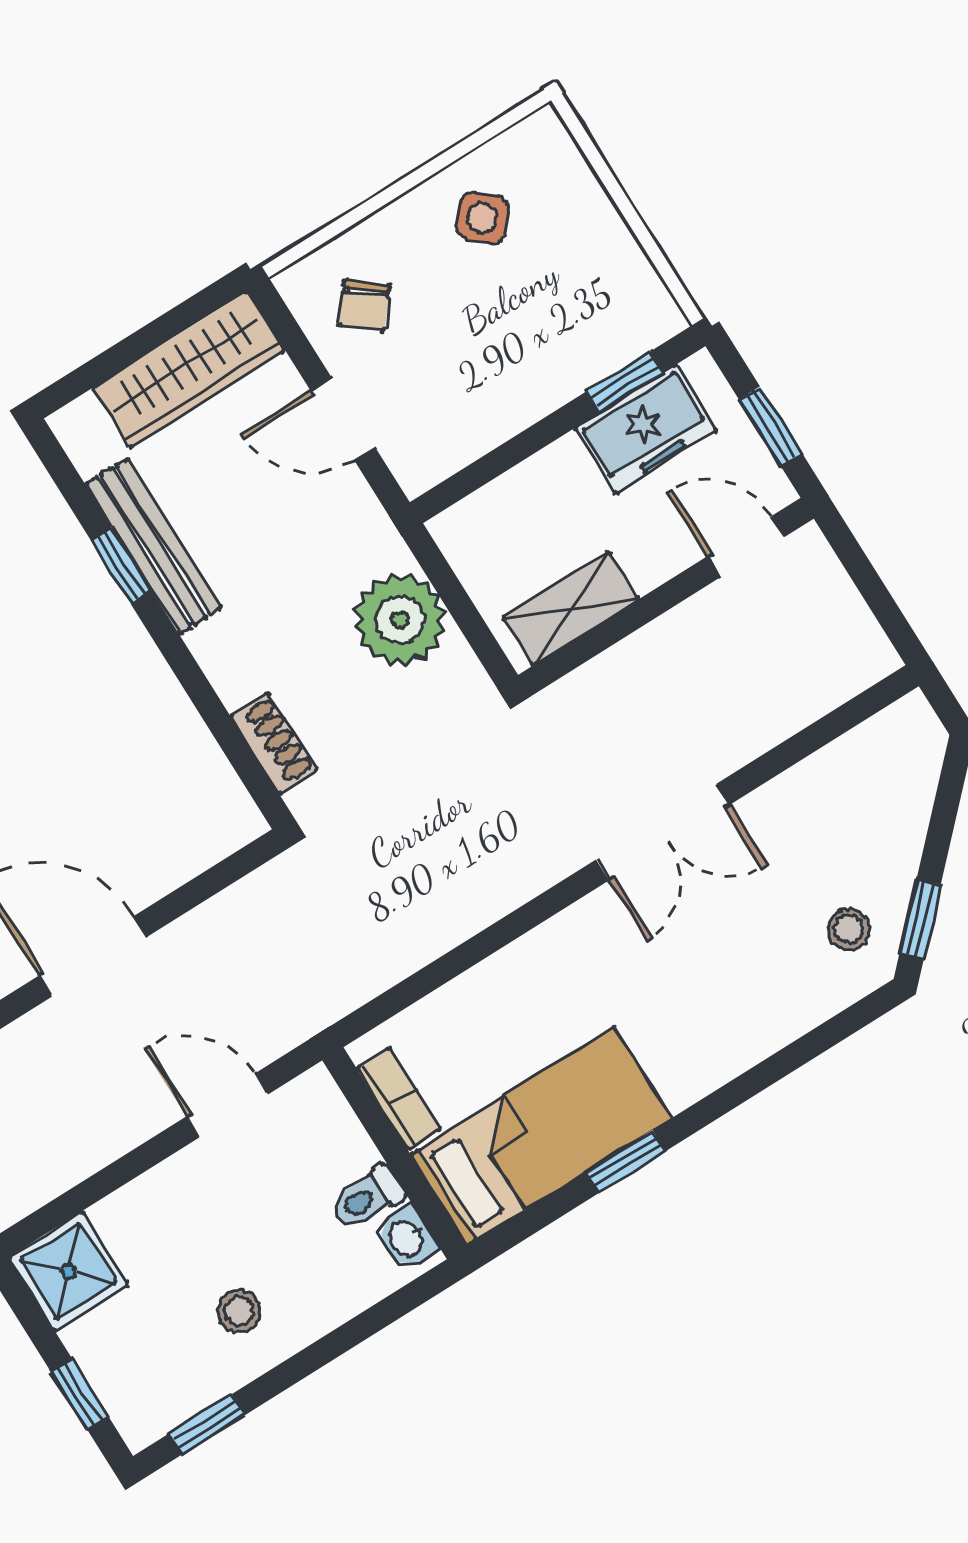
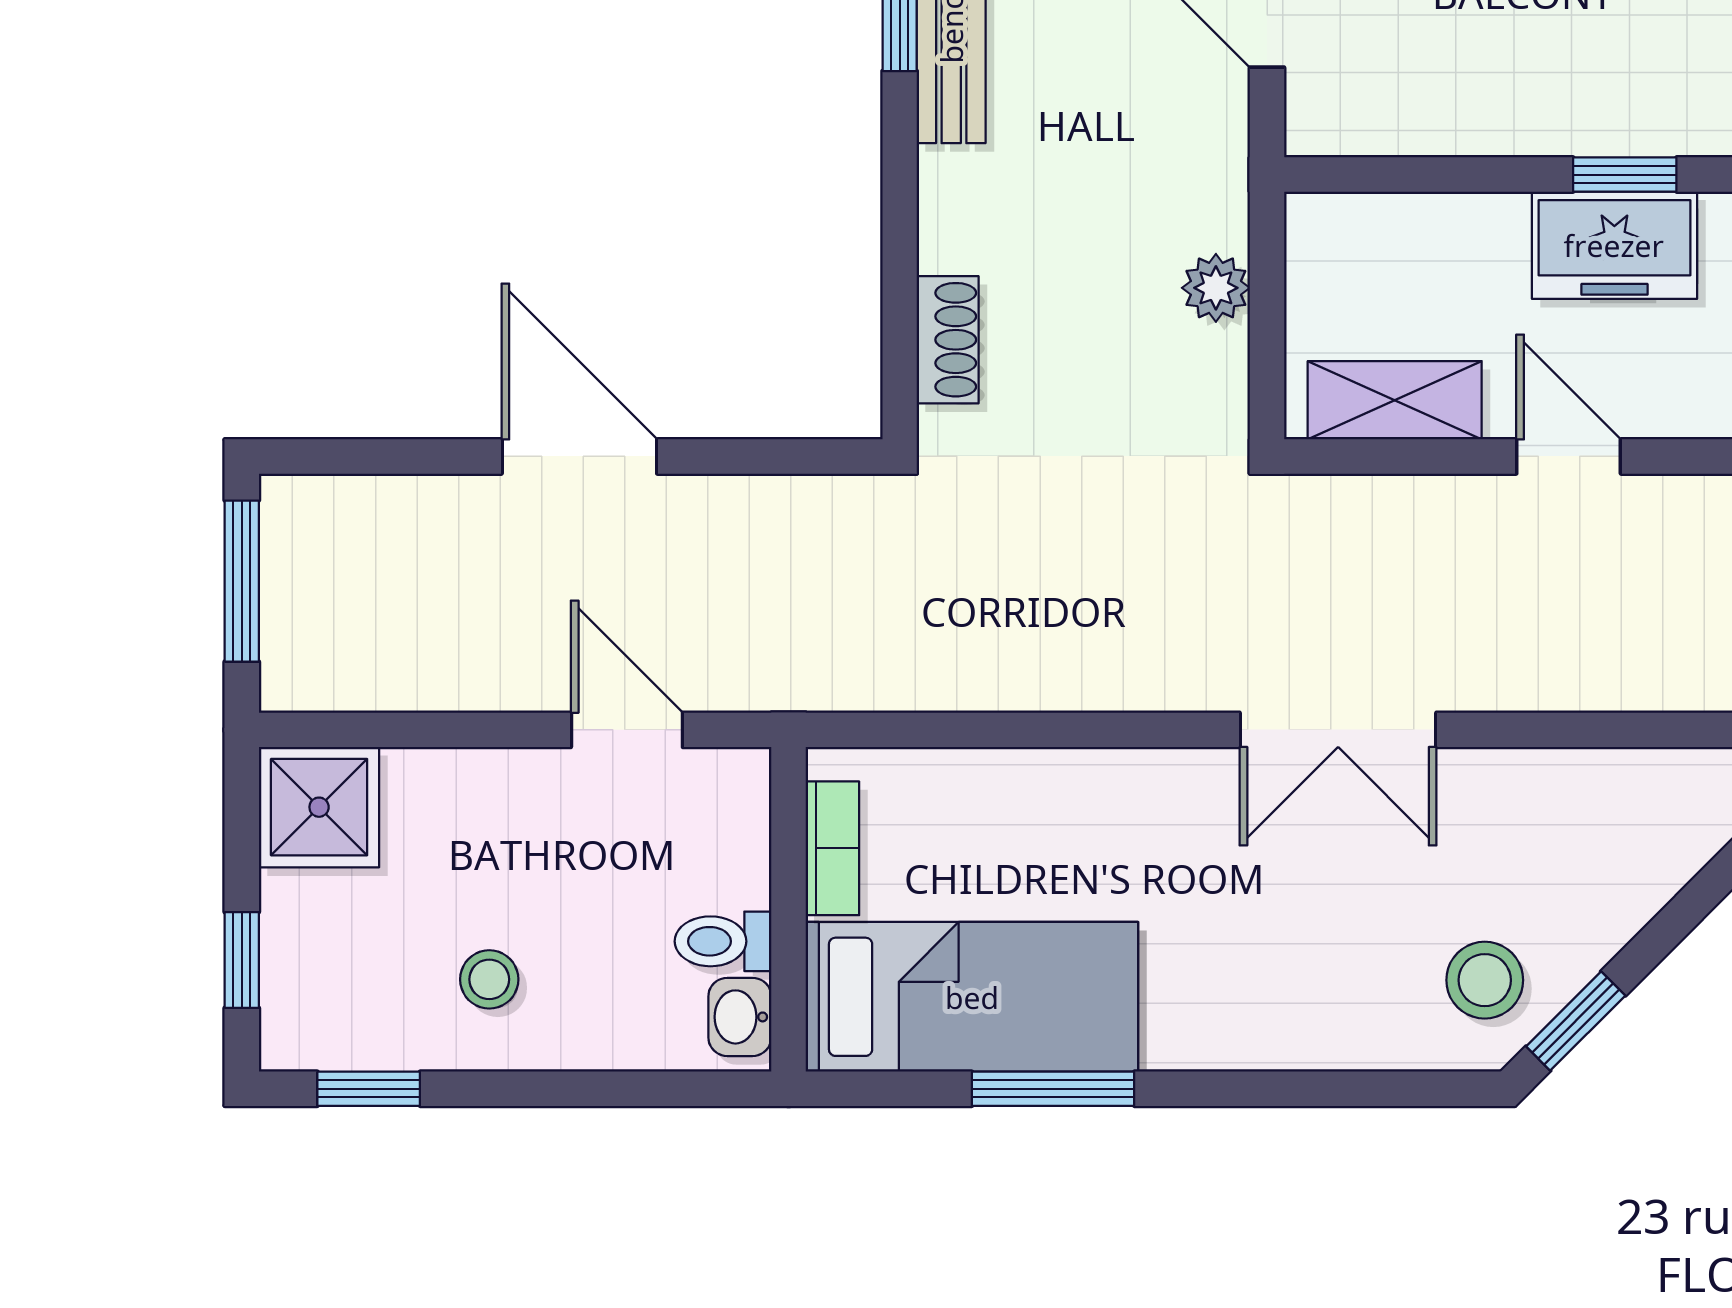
door: (746, 547) -> (1569, 456), moved
plant: (400, 620) -> (1216, 288), width x0.53, depth x0.53
stool: (849, 929) -> (1485, 980), width x1.37, depth x1.37
window: (626, 1161) -> (1053, 1089), width x1.50

